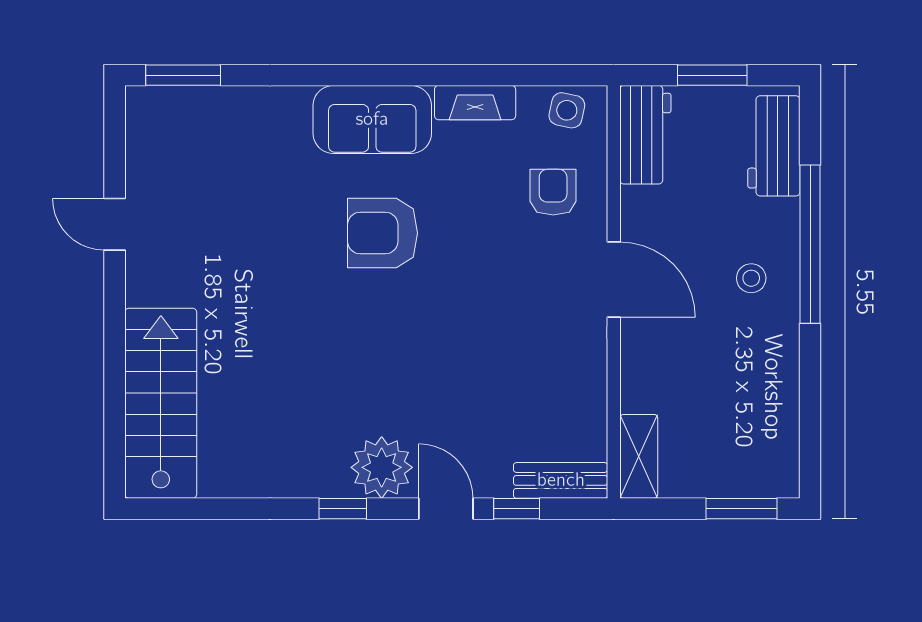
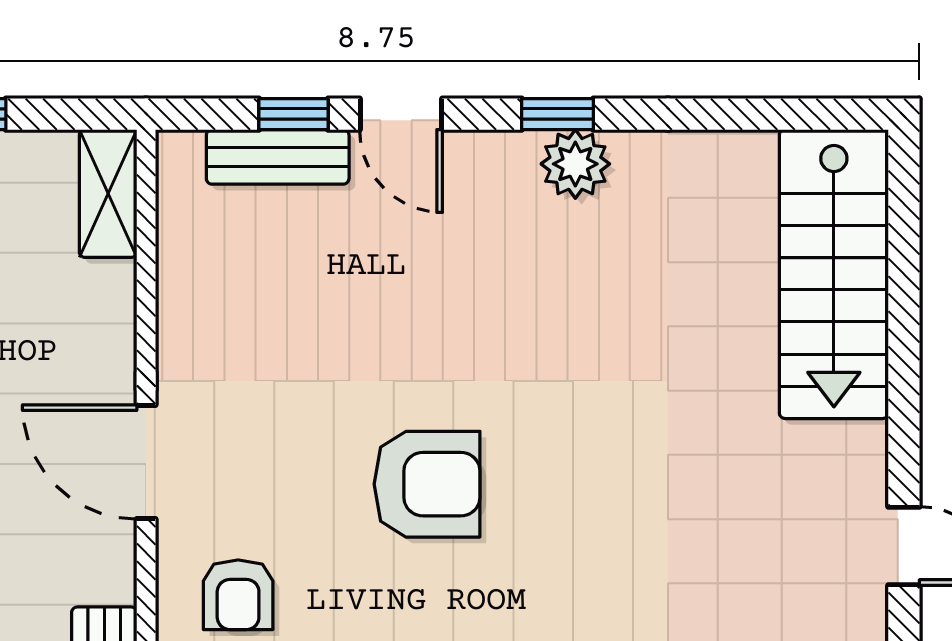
armchair: (383, 233) -> (427, 484), moved
plant: (382, 467) -> (575, 164), moved, width x0.73, depth x0.73
bench: (561, 480) -> (278, 157), moved

